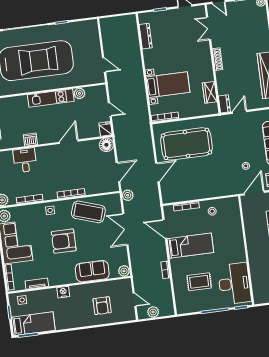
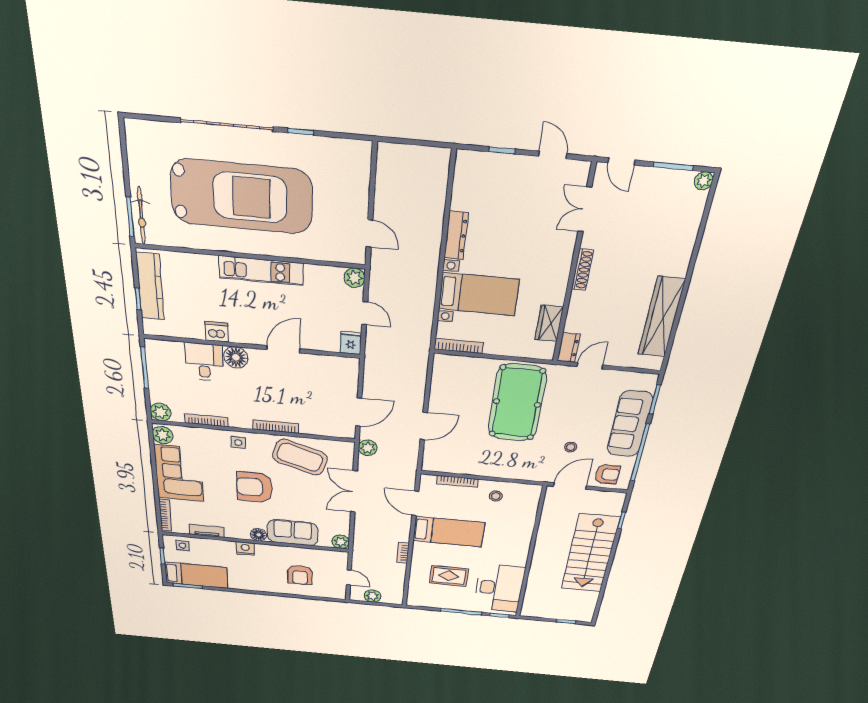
dresser: (146, 36) -> (456, 235), moved
plant: (79, 93) -> (354, 278), moved
pool table: (186, 144) -> (517, 403), moved, turned 90
floor lamp: (106, 145) -> (236, 357), moved
floor lamp: (71, 278) -> (259, 535), added

